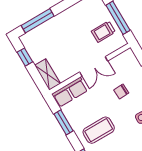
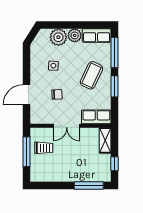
double door: (94, 66) -> (67, 126), swing flipped
window: (63, 122) -> (115, 86), moved
coffee table: (99, 130) -> (91, 75), turned -65

